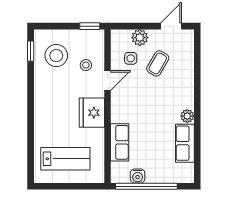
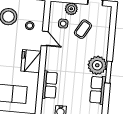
door: (108, 80) -> (45, 38), hinge flipped
plant: (187, 116) -> (97, 65), width x1.88, depth x1.88
window: (197, 118) -> (108, 72), added

